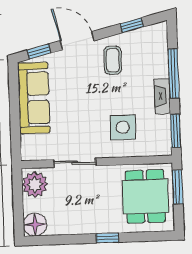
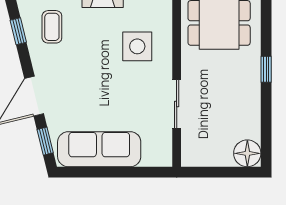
coffee table: (113, 60) -> (52, 27), moved, turned 90
plant: (35, 184) -> (200, 152), removed

